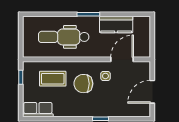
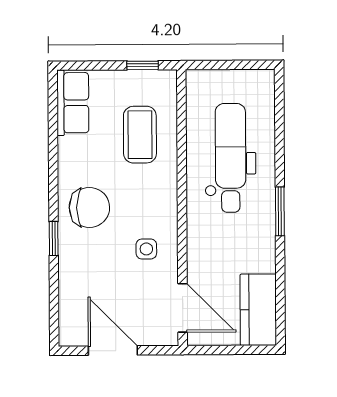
kitchen counter: (116, 24) -> (258, 310), moved
door: (122, 59) -> (183, 308), moved
chair: (83, 84) -> (89, 207), moved, turned 90

